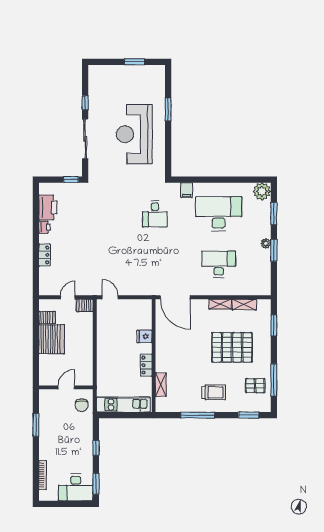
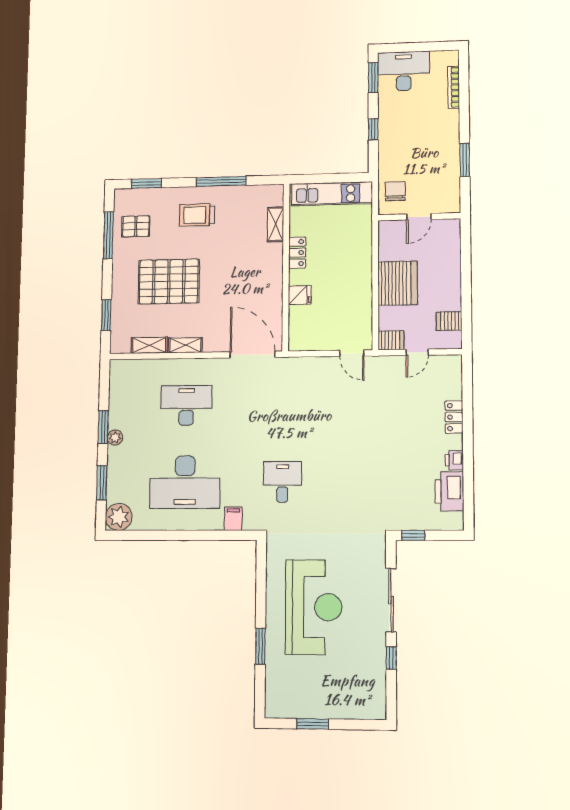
desk: (219, 264) -> (186, 405), turned 180
server rack: (52, 339) -> (398, 283), moved, turned 180

